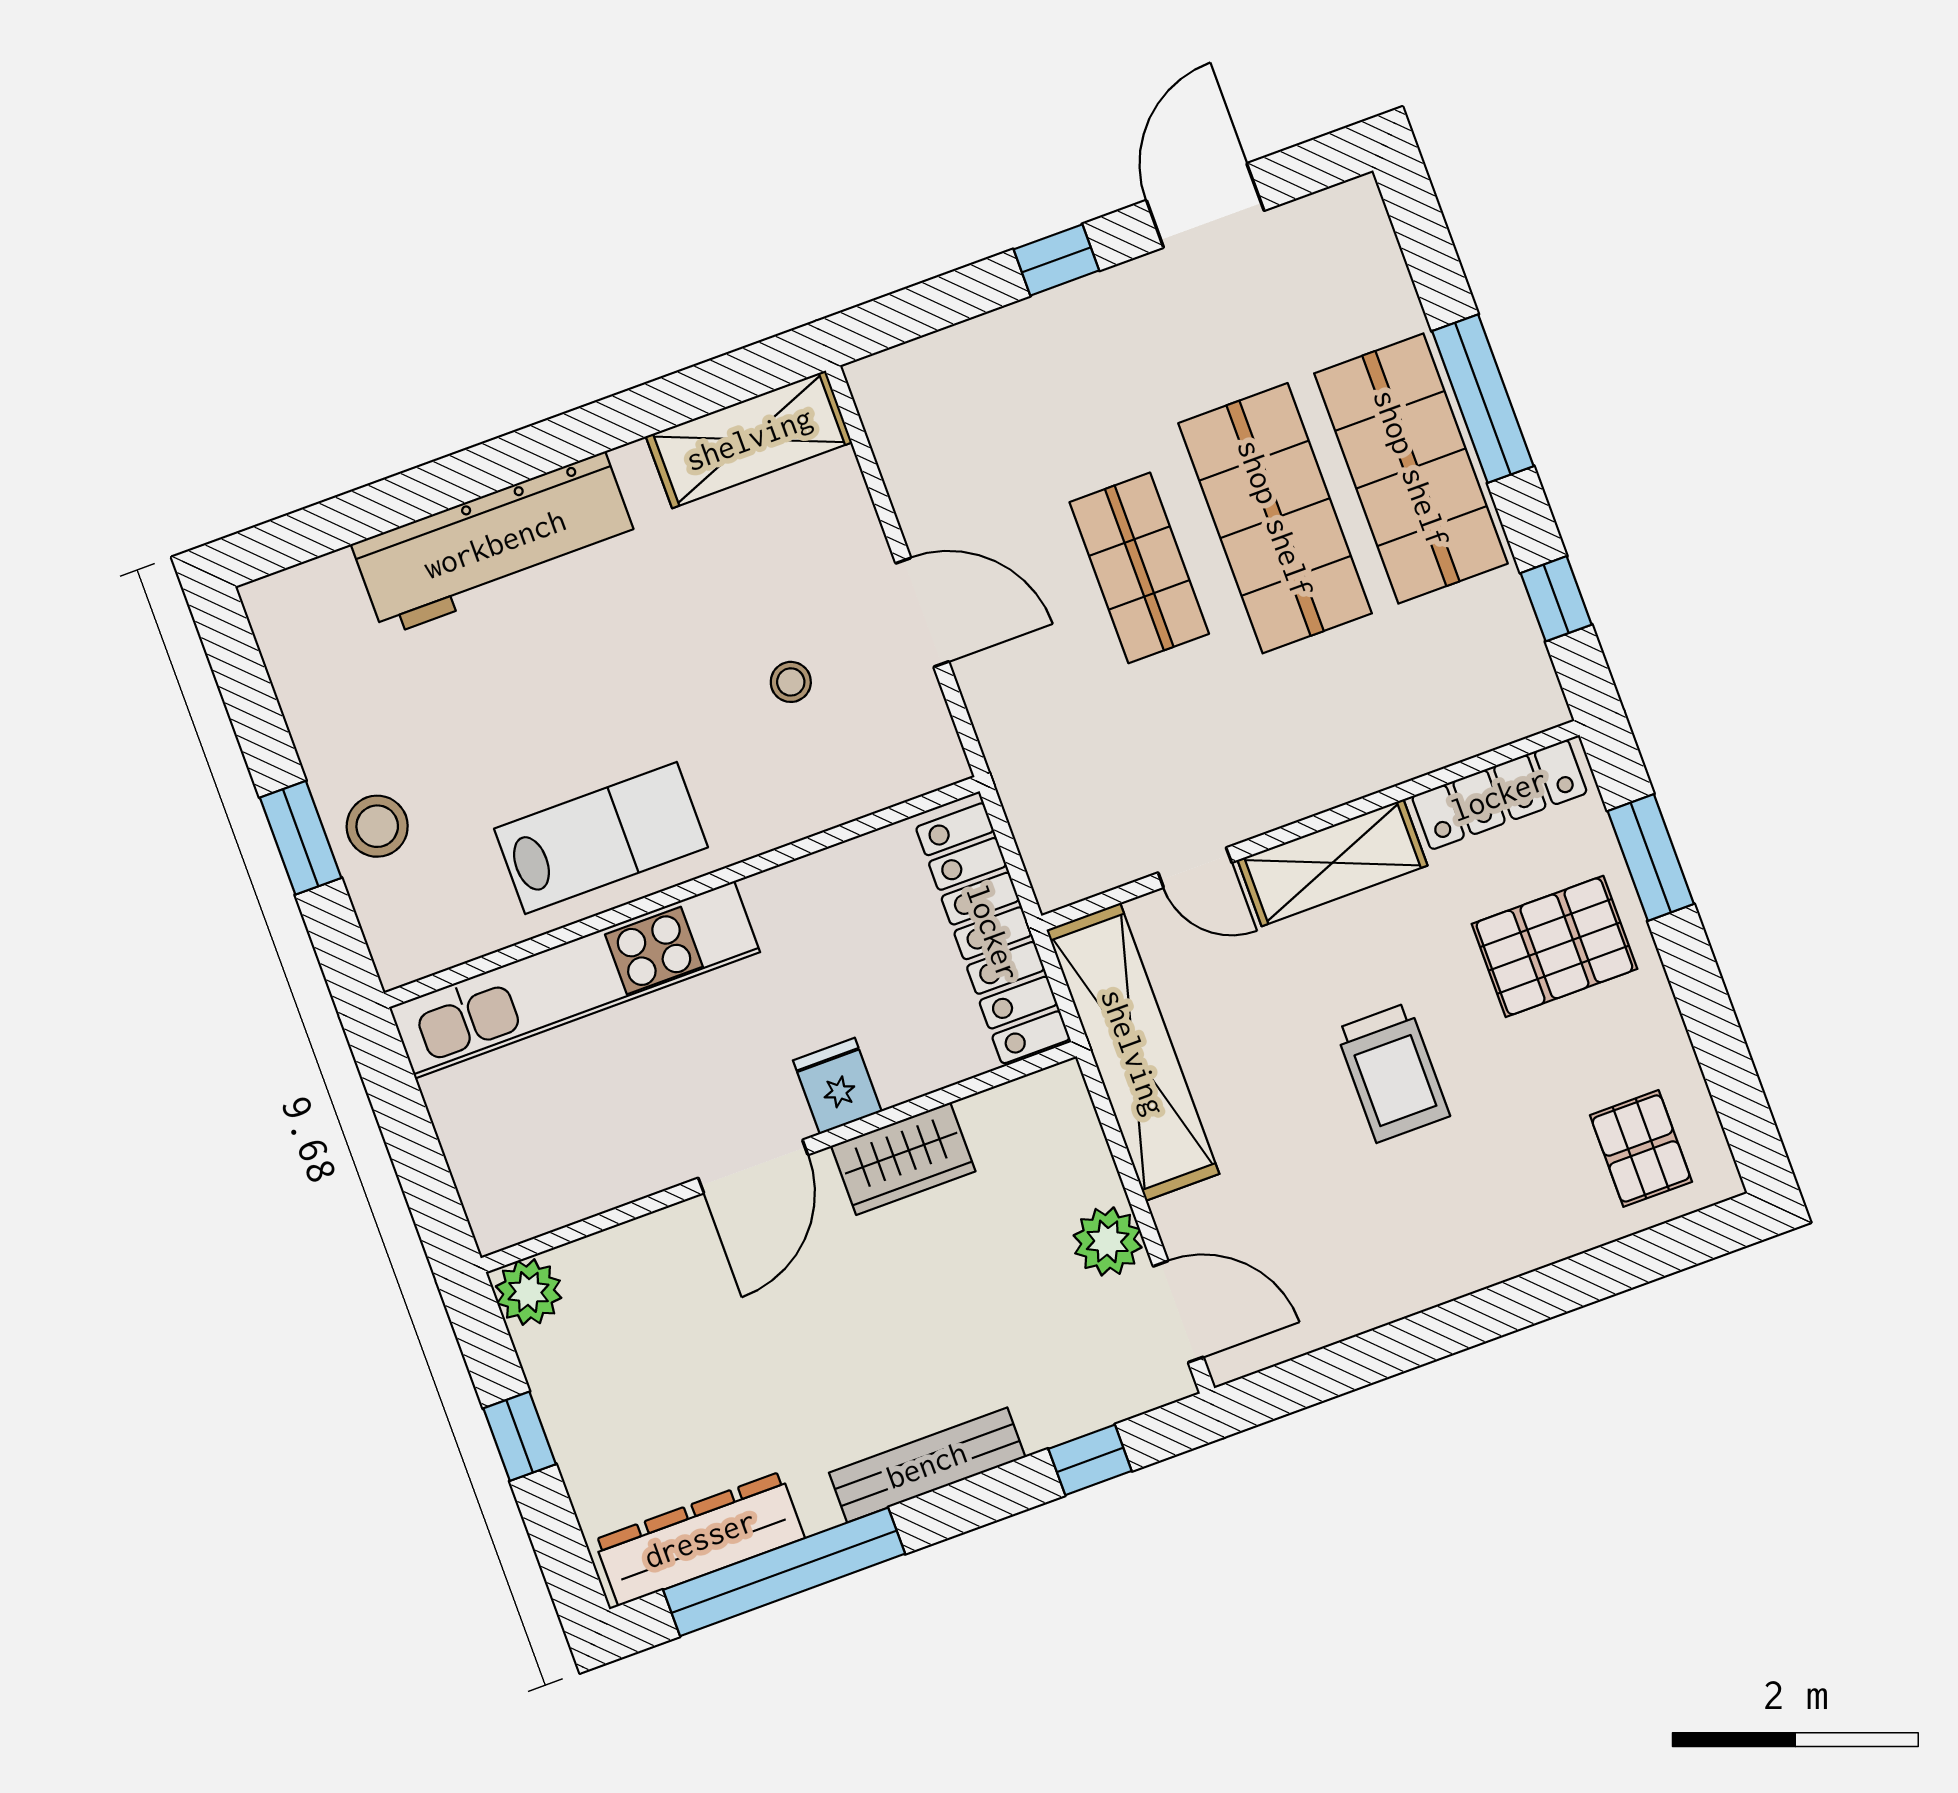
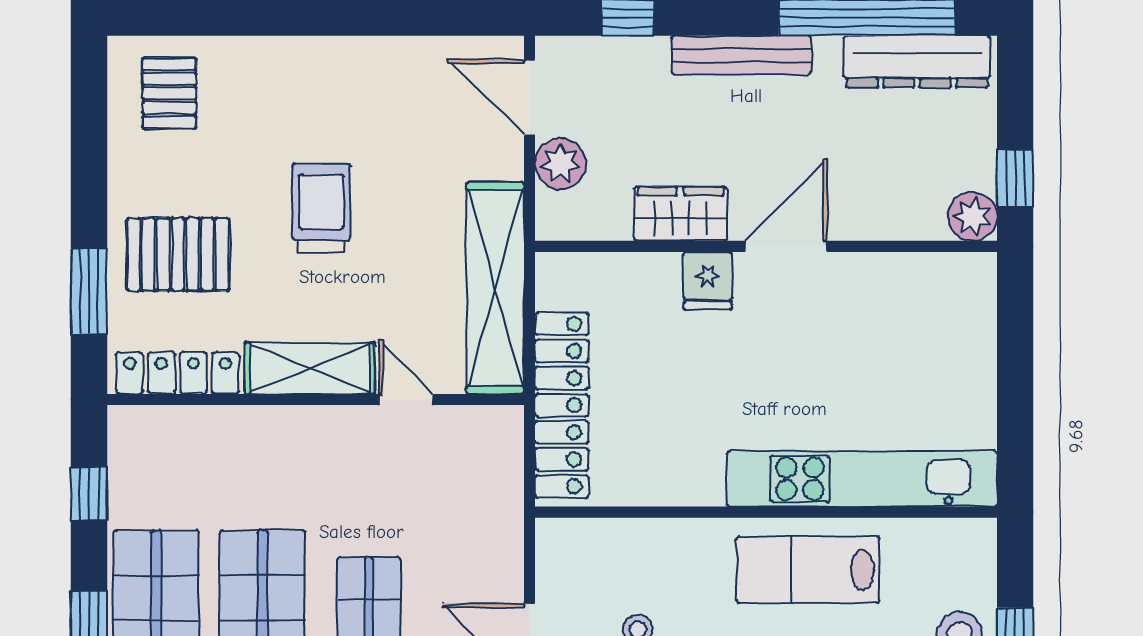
fridge: (837, 1086) -> (708, 281), moved
wall: (779, 1157) -> (766, 246), moved
wardrobe: (903, 1159) -> (681, 214), moved
door: (753, 1166) -> (786, 246), moved
plant: (529, 1292) -> (973, 216), moved

